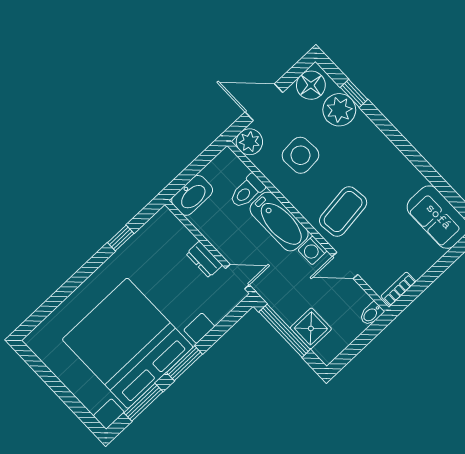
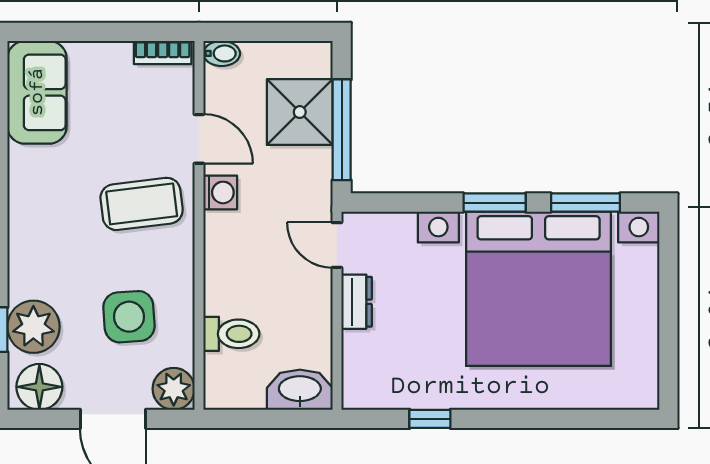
bathtub: (279, 222) -> (227, 263), removed
shower: (311, 328) -> (300, 112), width x1.36, depth x1.36

